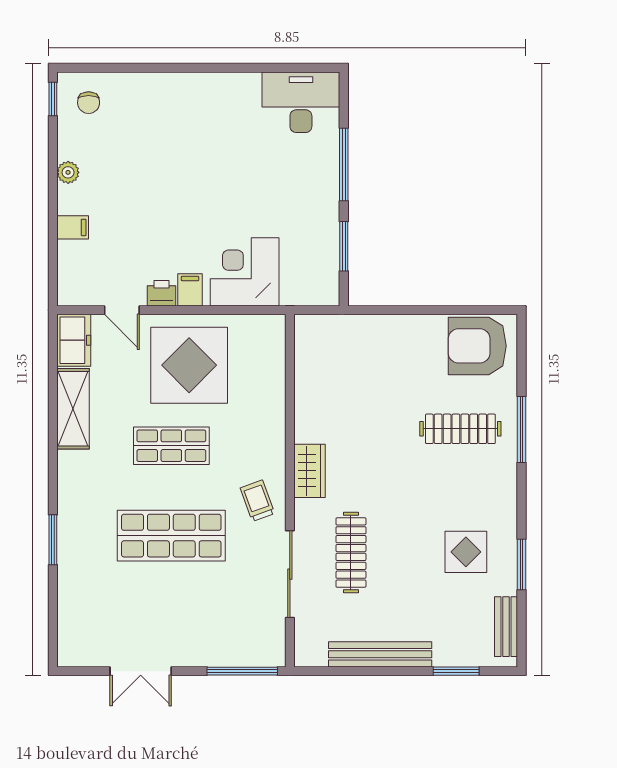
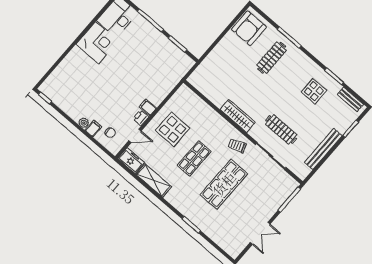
chair: (89, 103) -> (110, 133), moved
plant: (68, 172) -> (84, 123), moved
corner desk: (245, 272) -> (97, 43), moved, turned 180
display table: (189, 365) -> (173, 129), width x0.73, depth x0.73
wardrobe: (309, 471) -> (238, 116), width x1.50

